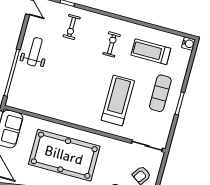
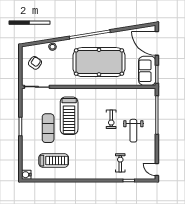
exercise bike: (112, 44) -> (111, 119), moved
weight bench: (35, 52) -> (133, 131), moved
exercise mat: (160, 93) -> (48, 128), moved

